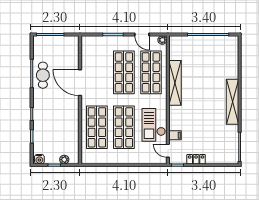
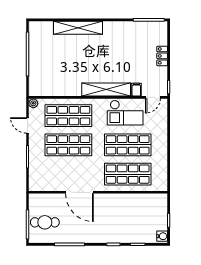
door: (142, 34) -> (27, 125), swing flipped
cafe table: (43, 75) -> (45, 222), moved
door: (80, 83) -> (79, 192), hinge flipped
shelving: (175, 83) -> (106, 90), moved
shelving: (232, 102) -> (78, 28), moved
locker: (196, 159) -> (162, 56), moved
plant: (64, 160) -> (163, 209), removed

